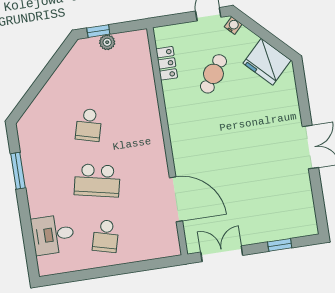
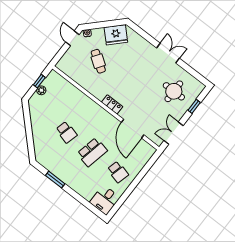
window: (98, 31) -> (39, 81), moved
locker: (167, 63) -> (112, 104), moved
door: (176, 199) -> (133, 129), swing flipped
round table: (272, 202) -> (174, 91), added
desk: (53, 235) -> (105, 200), moved

